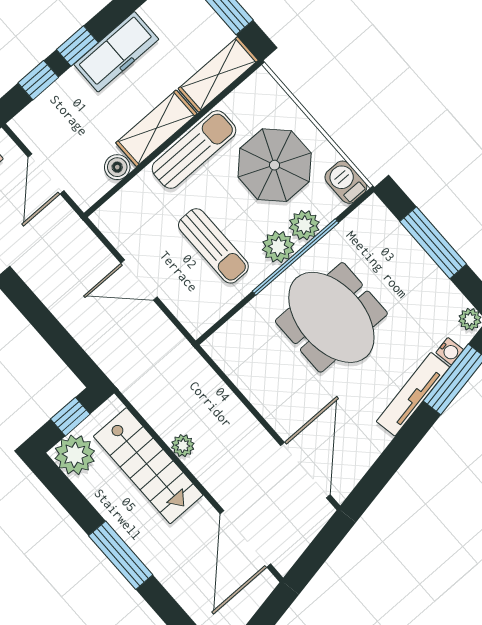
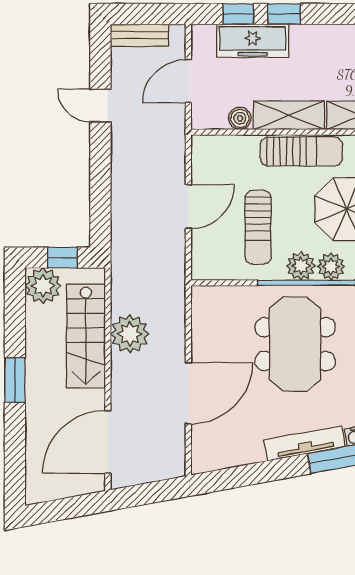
freezer: (116, 52) -> (253, 41), moved
door: (139, 280) -> (188, 207), swing flipped
plant: (183, 446) -> (130, 334), width x1.87, depth x1.87
door: (305, 470) -> (188, 393), moved
window: (121, 555) -> (15, 380), width x0.69

